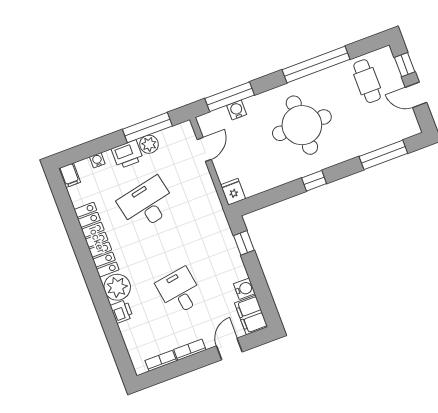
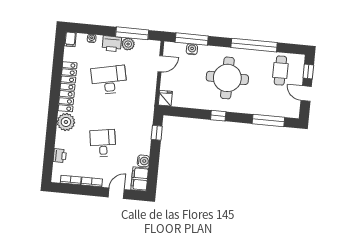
printer: (122, 311) -> (60, 156), moved

